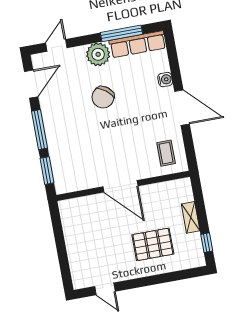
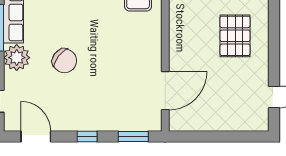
window: (40, 130) -> (87, 137), width x0.46
door: (120, 186) -> (165, 91), moved

